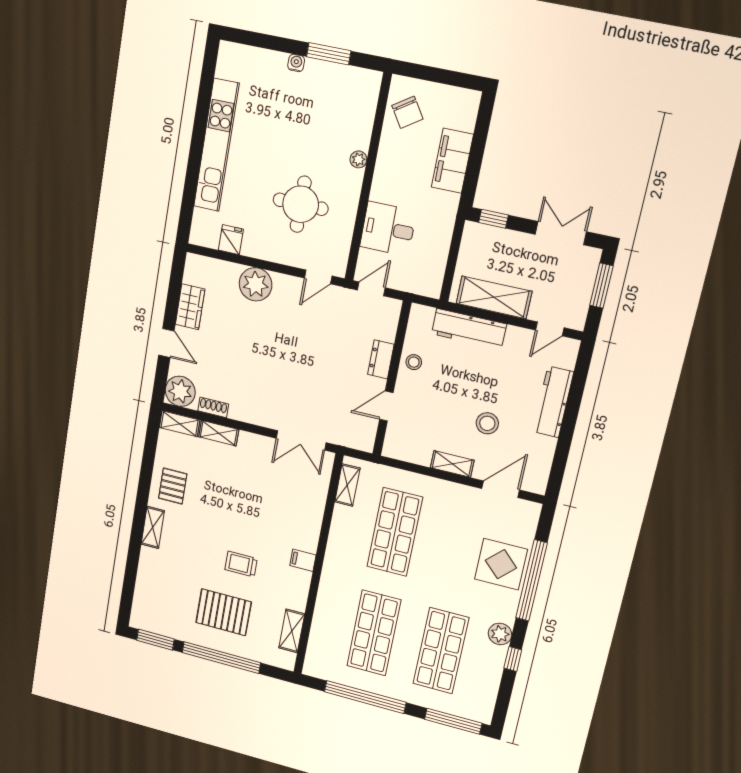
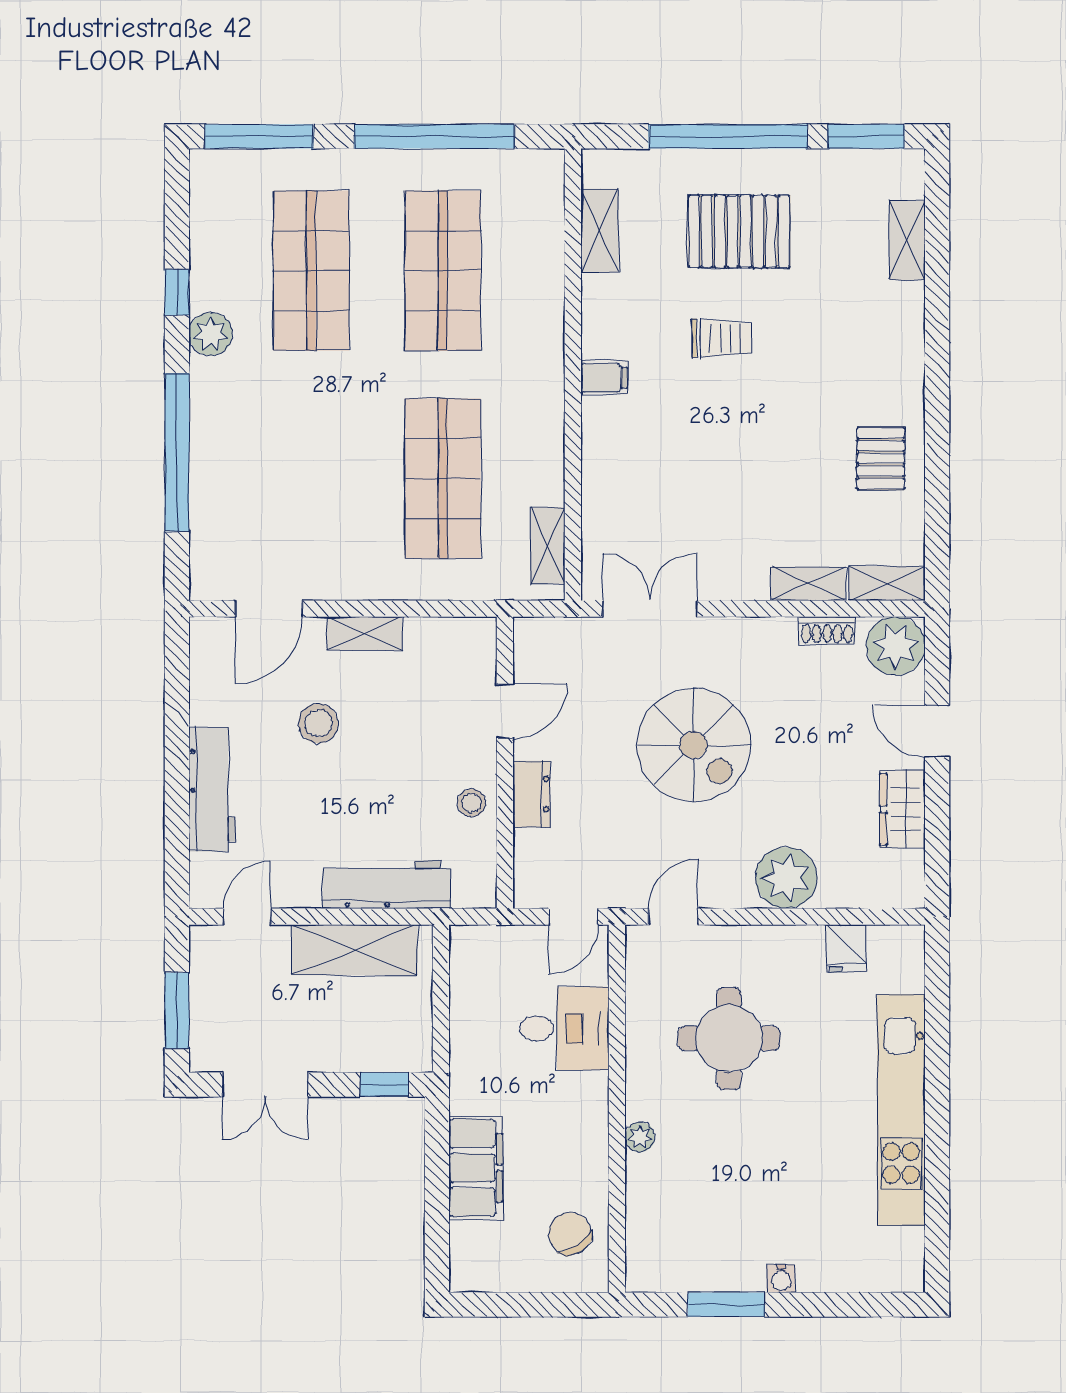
spiral stairs: (291, 365) -> (693, 745), added
shelving: (153, 527) -> (907, 240), moved
display table: (501, 564) -> (238, 468), removed

